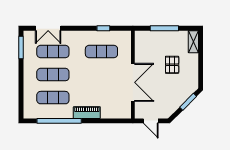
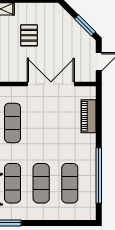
pallet: (172, 65) -> (29, 35), turned 90
window: (188, 102) -> (85, 25), moved
piano: (87, 113) -> (88, 116), moved

